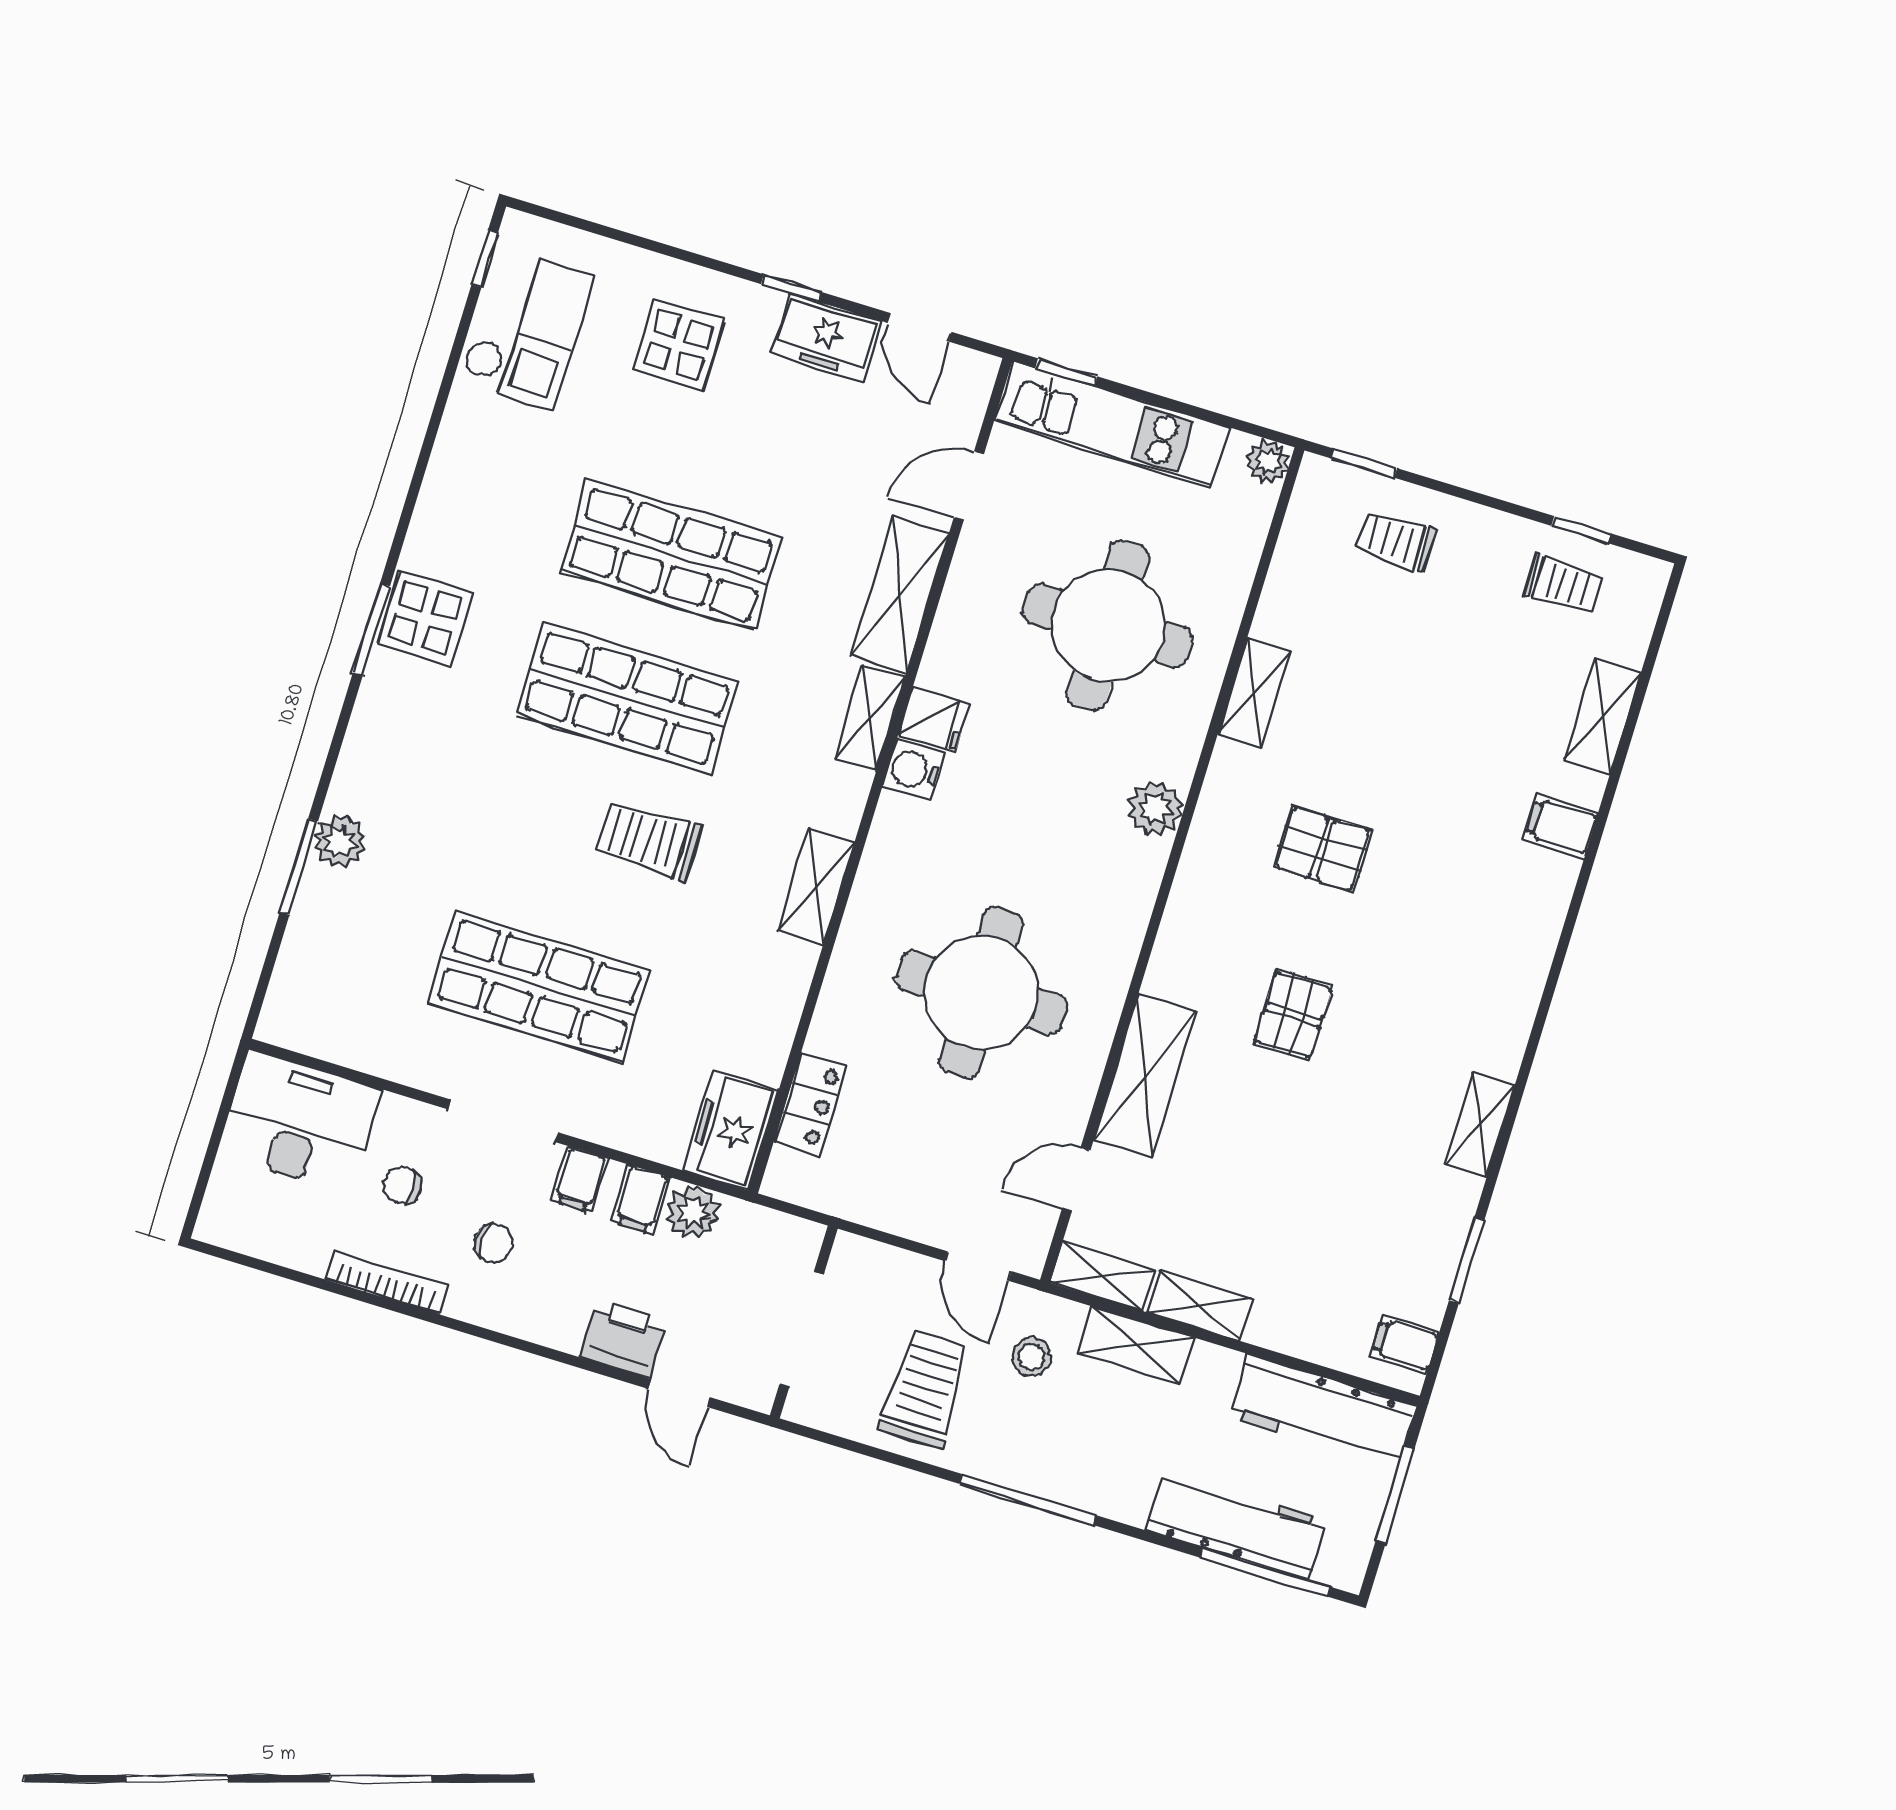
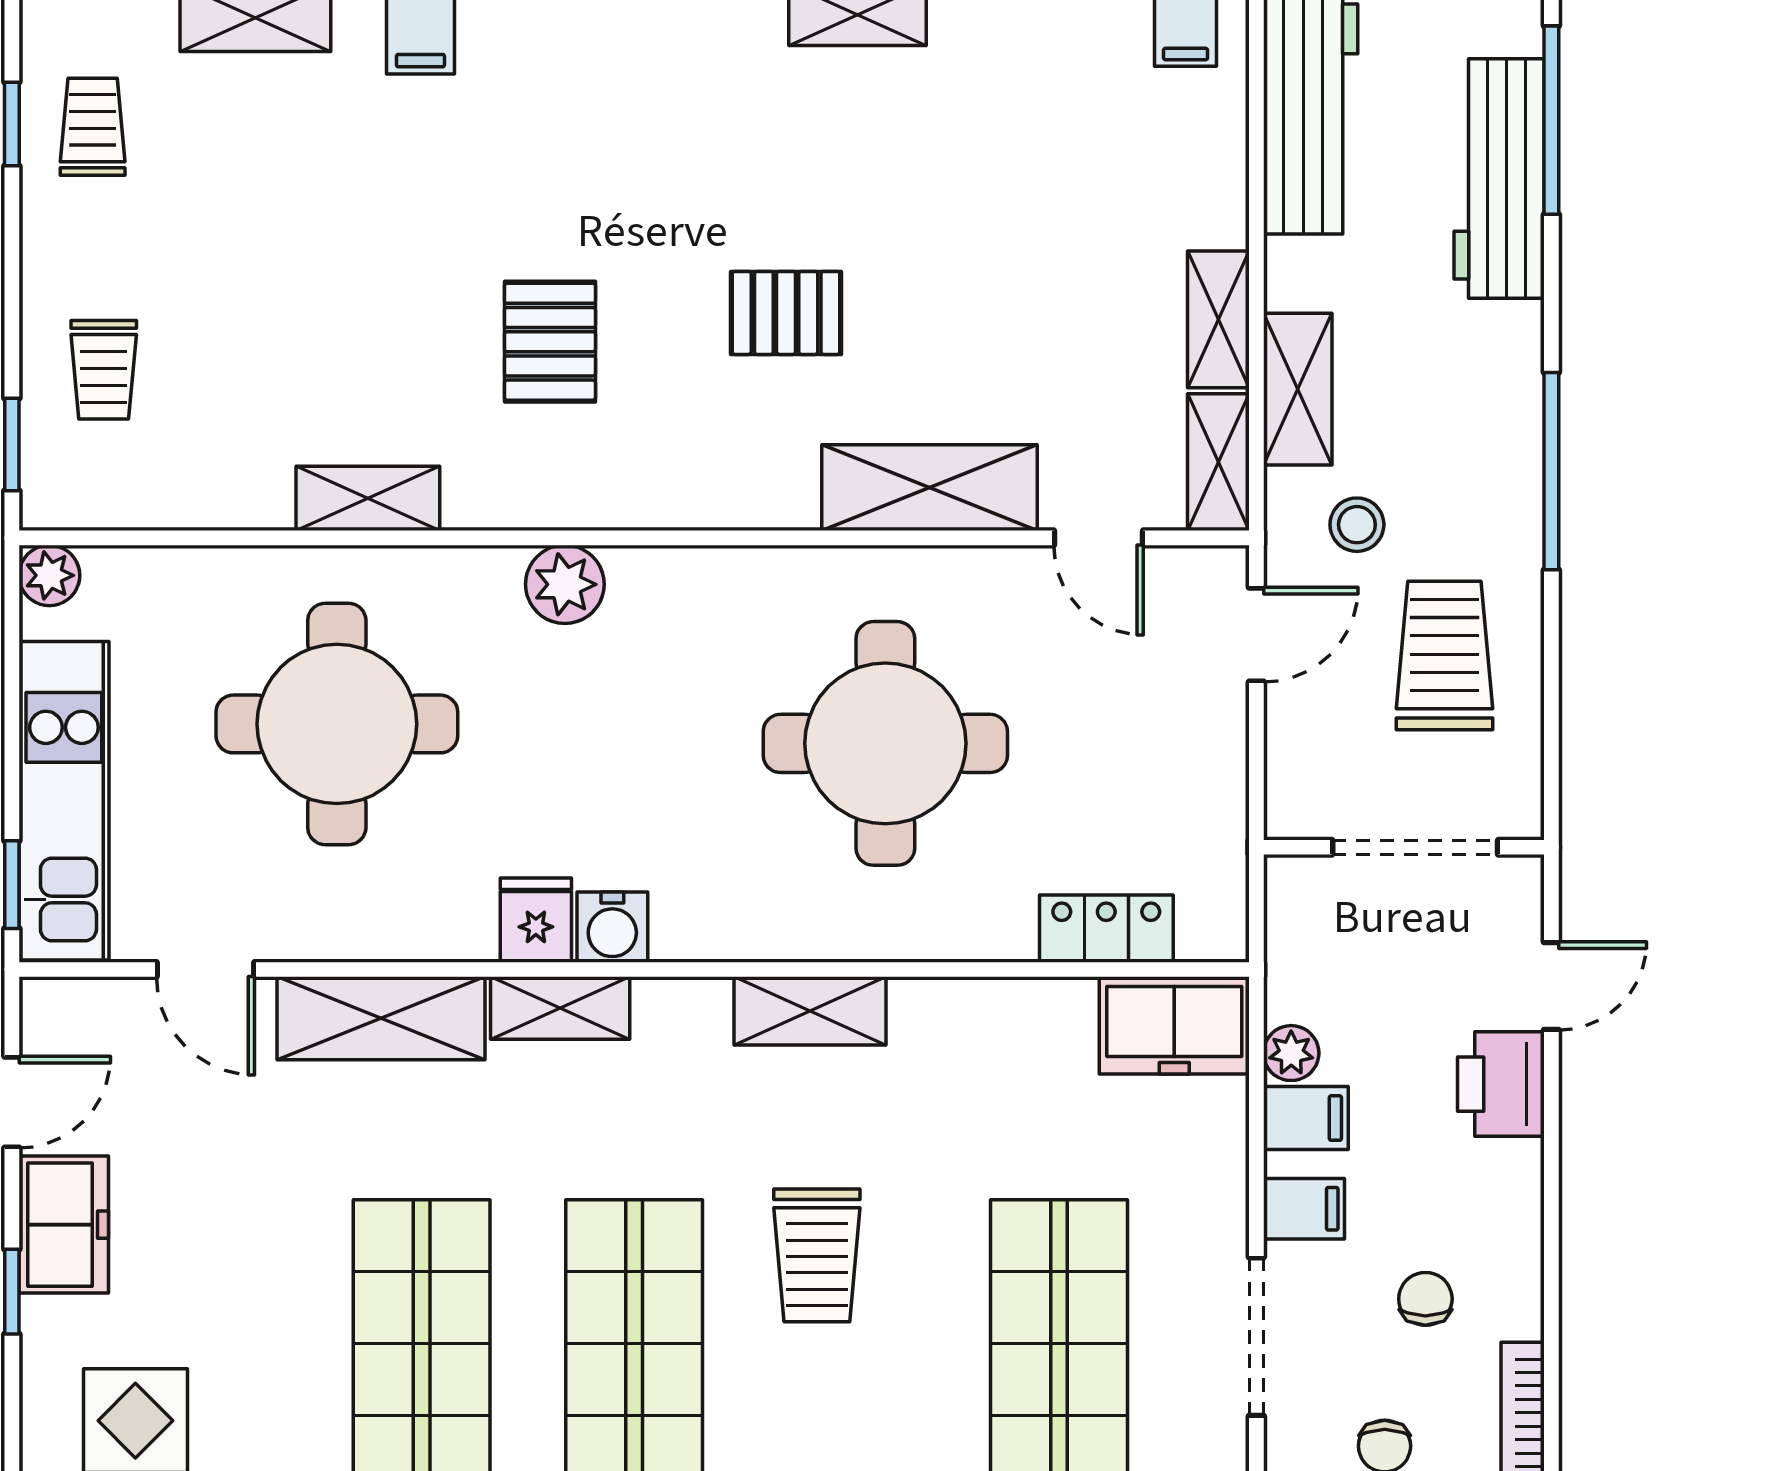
plant: (693, 1212) -> (1291, 1053), width x0.73, depth x0.73
trolley: (925, 1389) -> (1444, 655), turned 90

